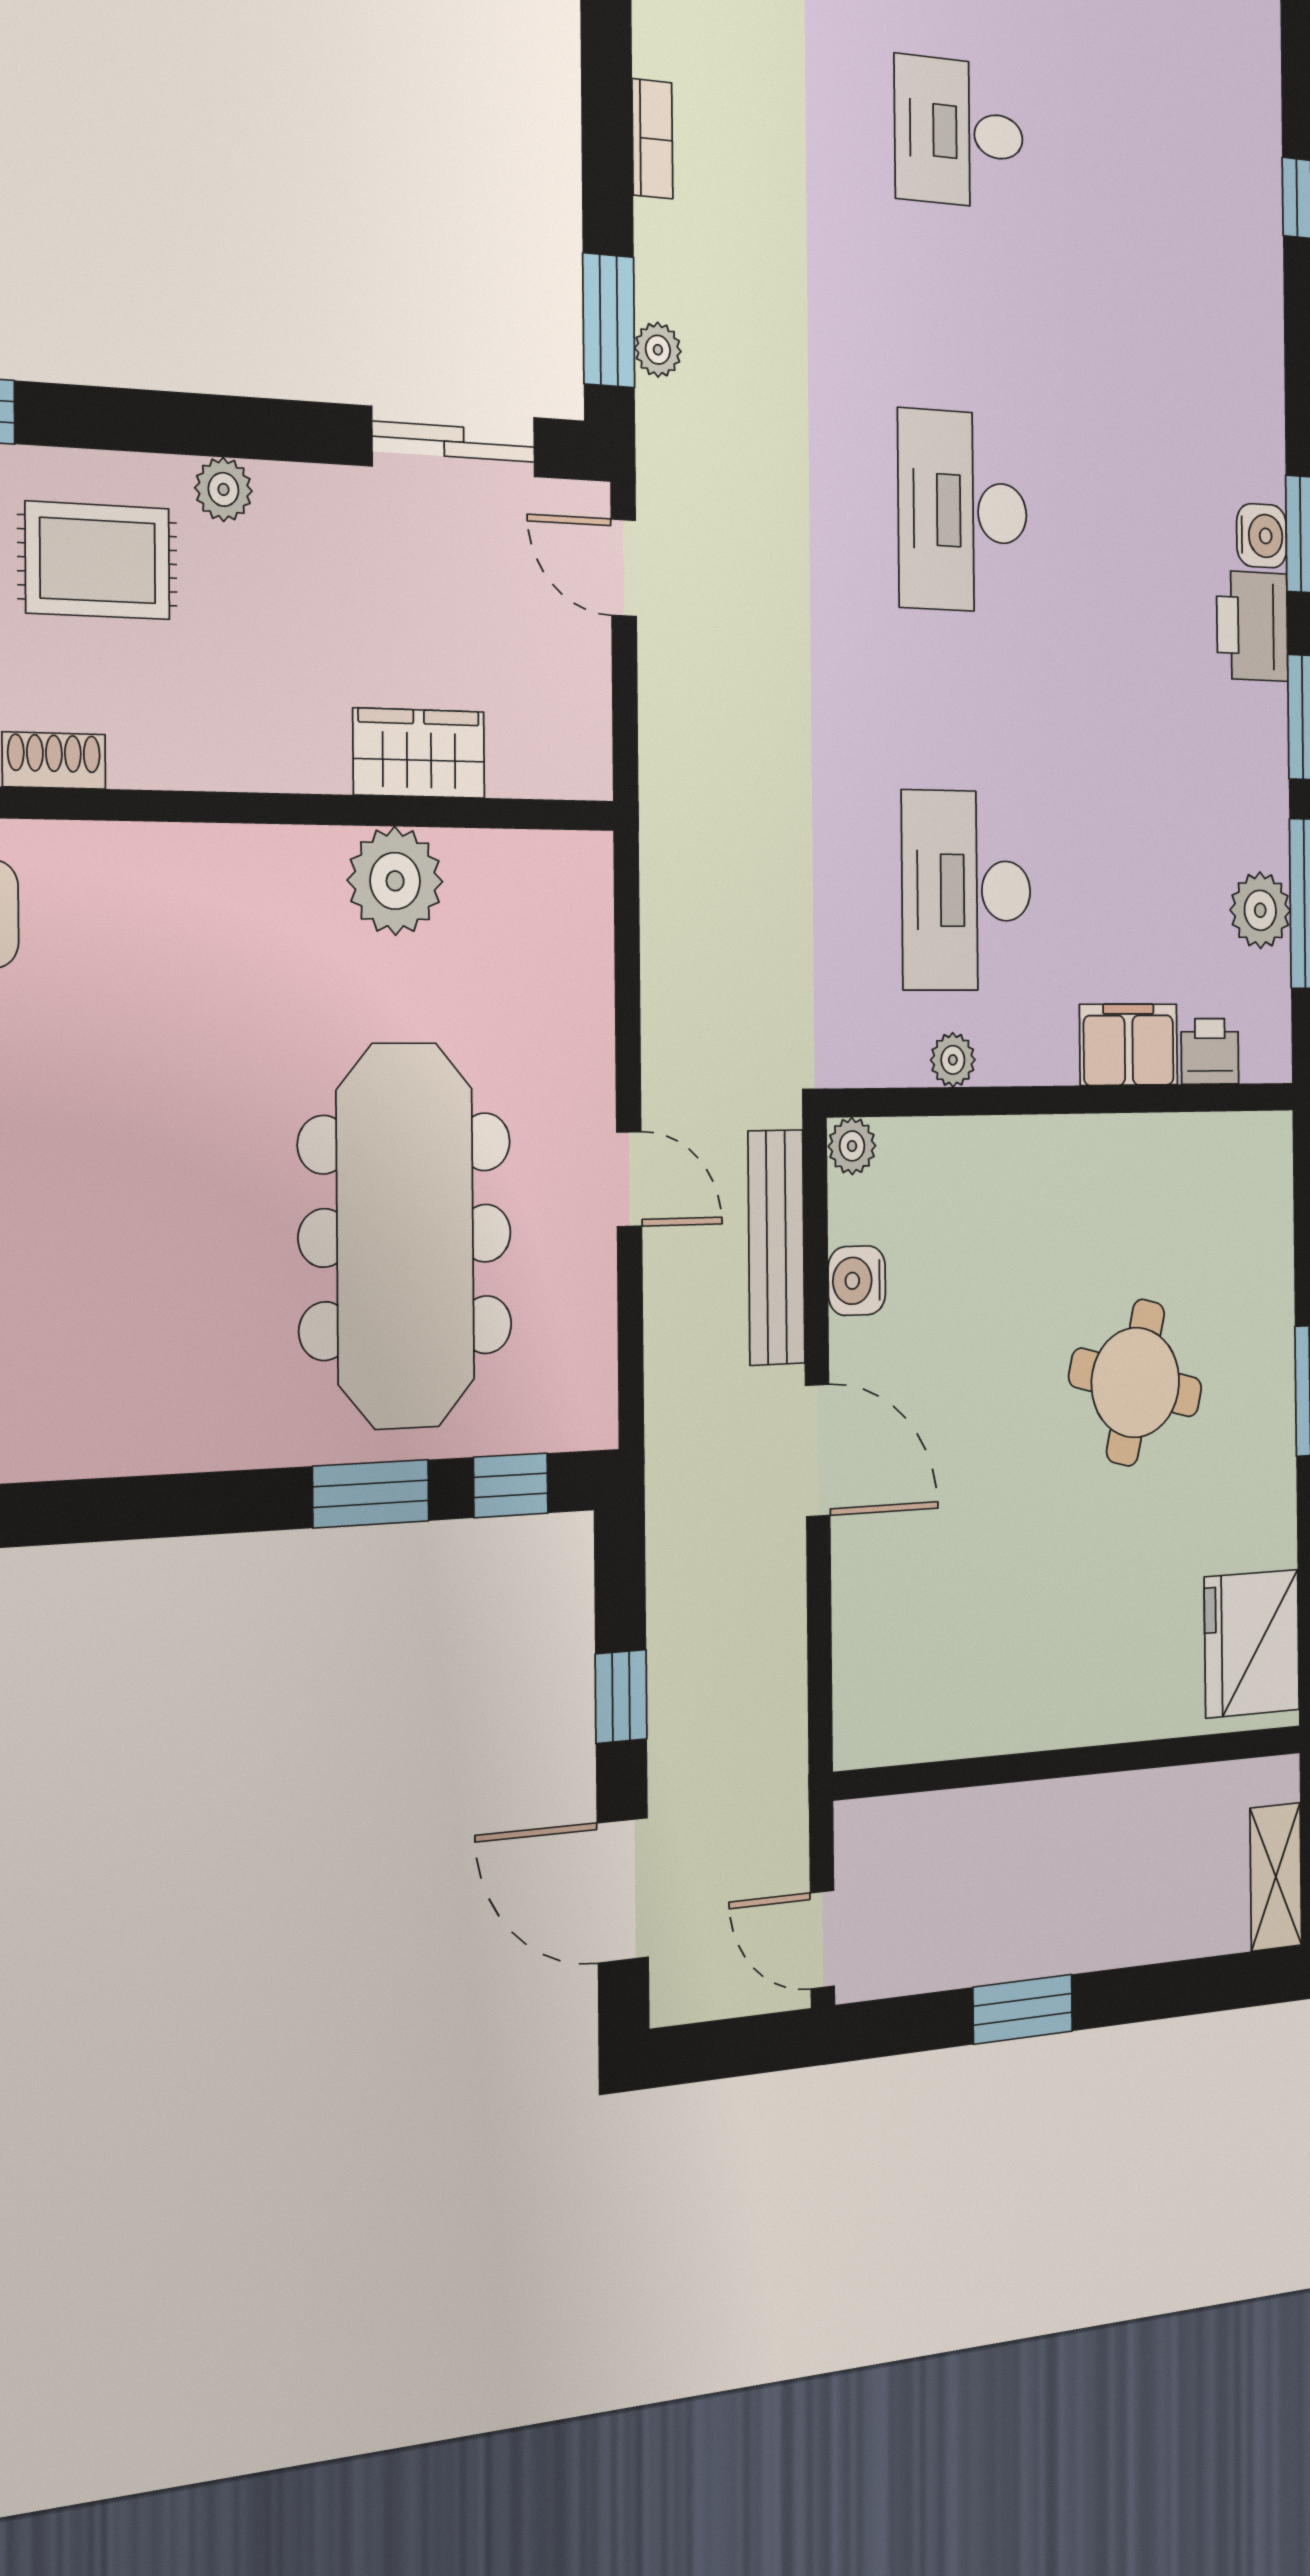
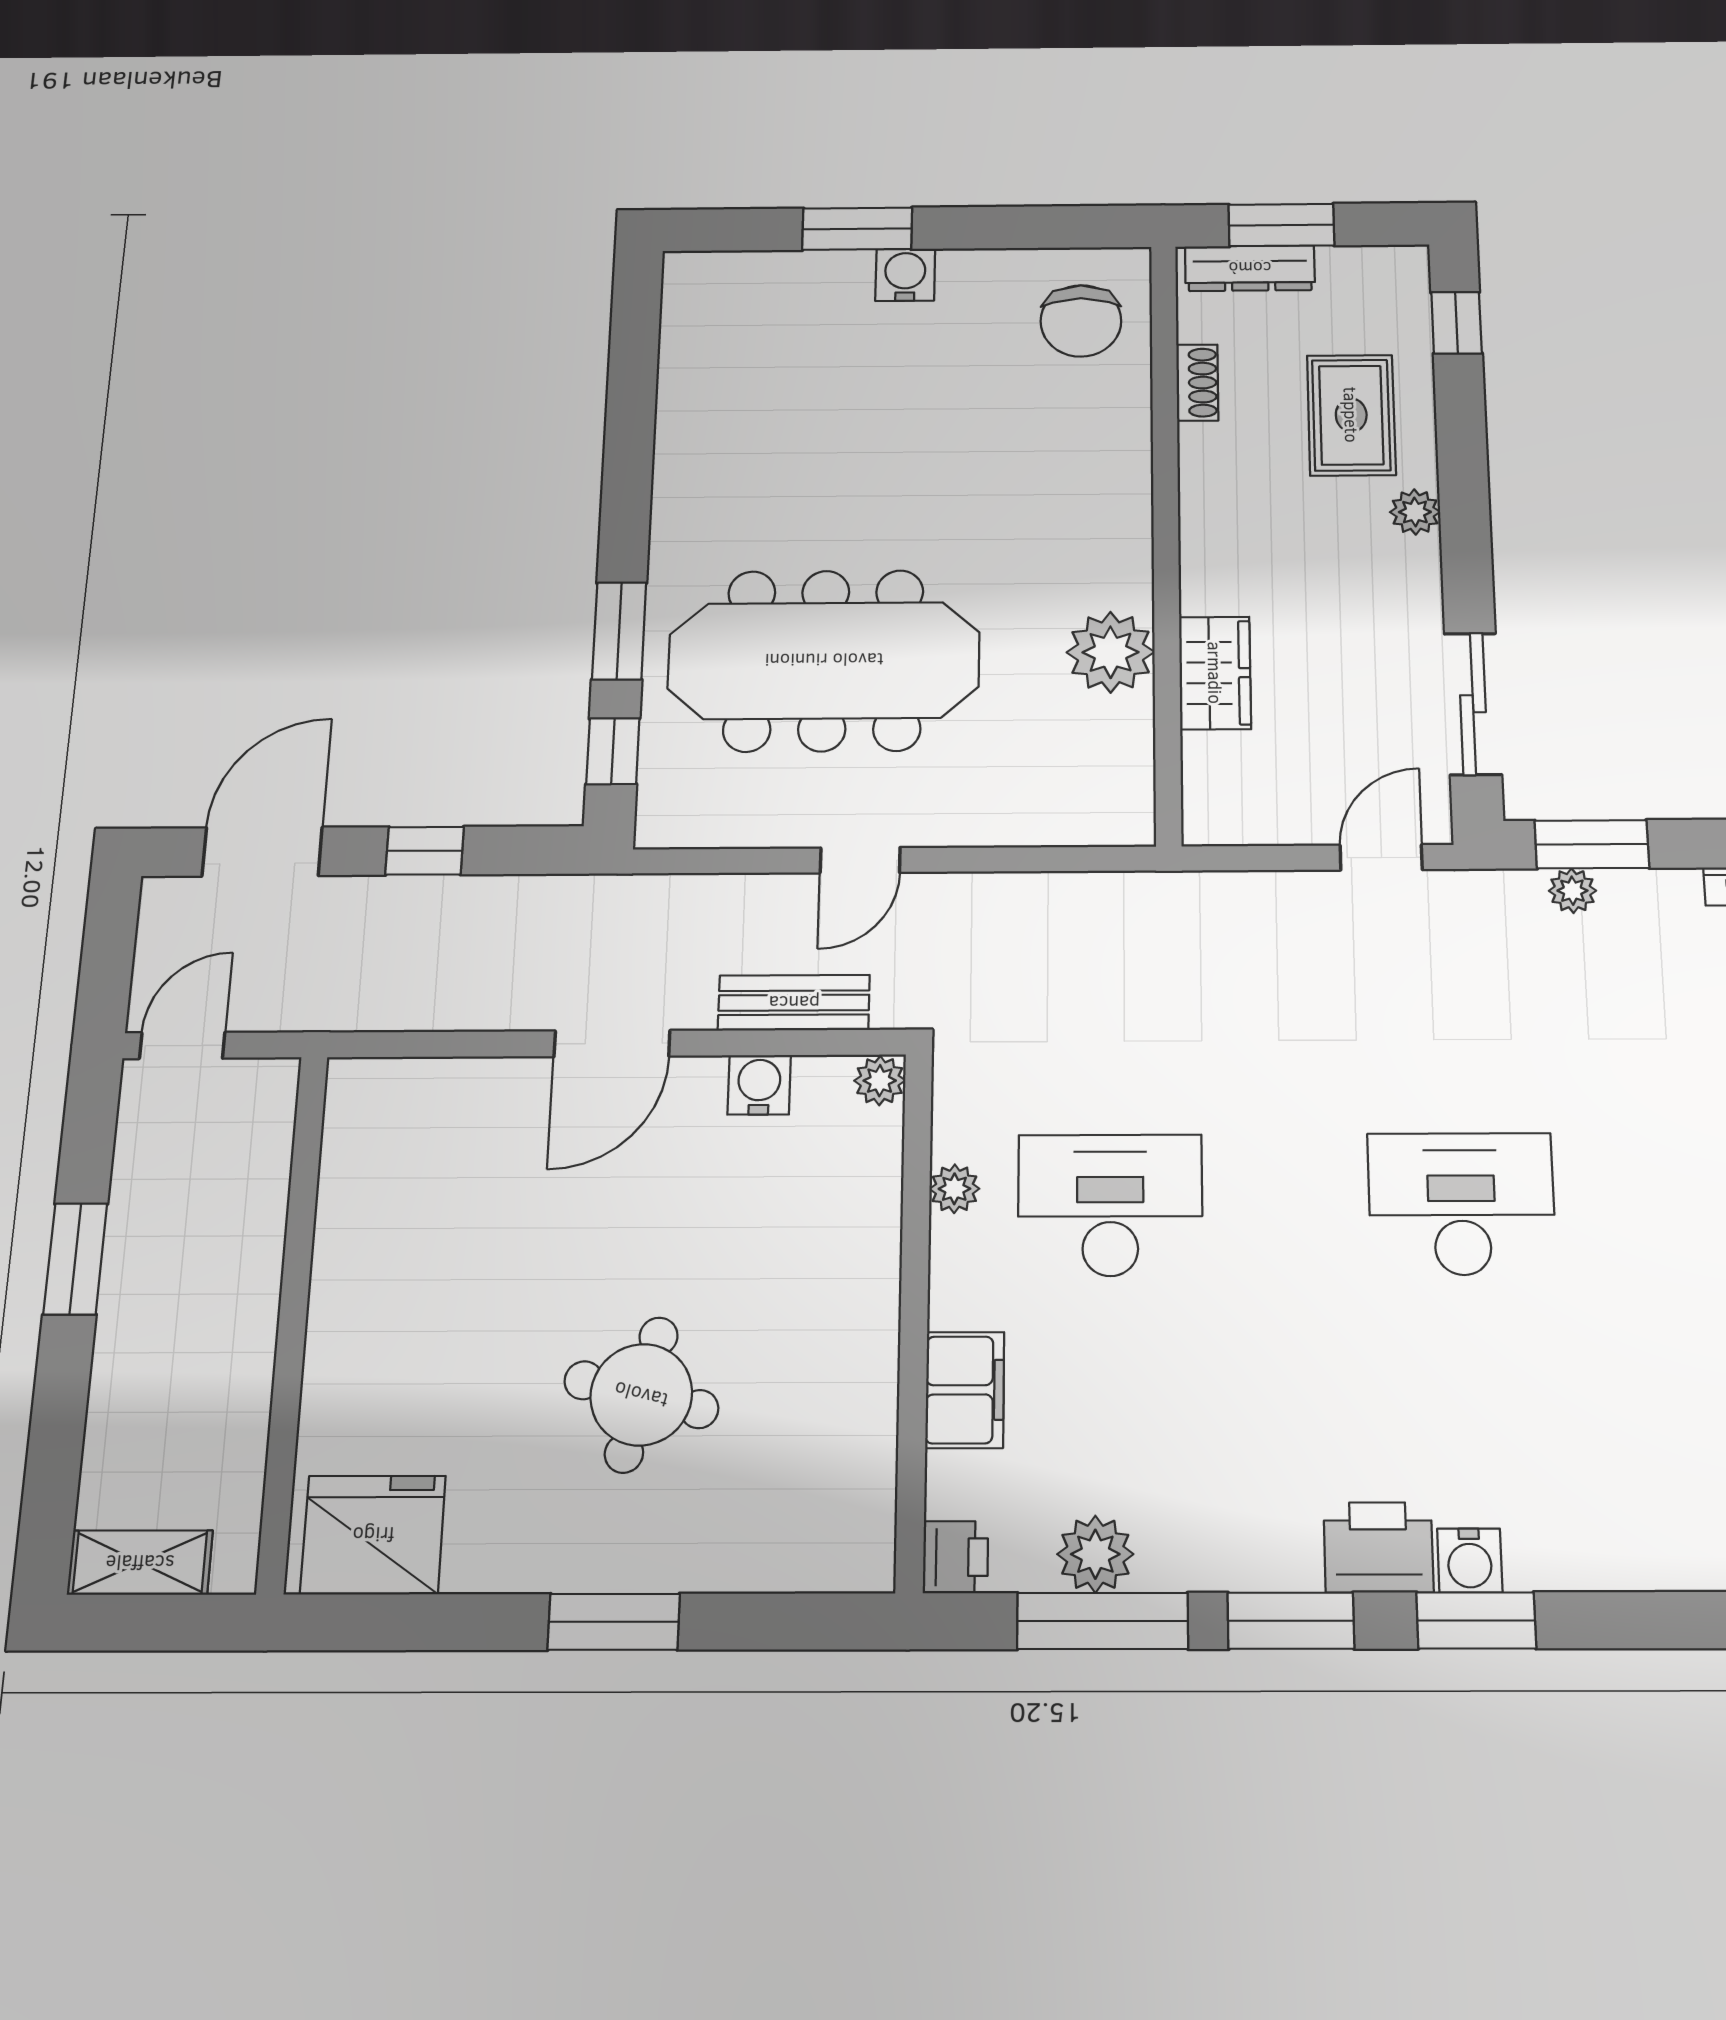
printer: (1210, 1051) -> (956, 1557), moved
bench: (776, 1247) -> (794, 1003), width x0.73

